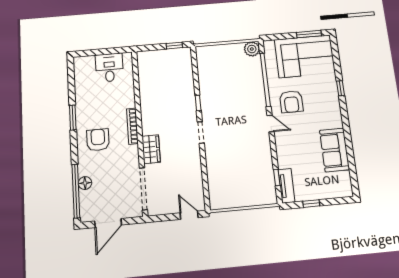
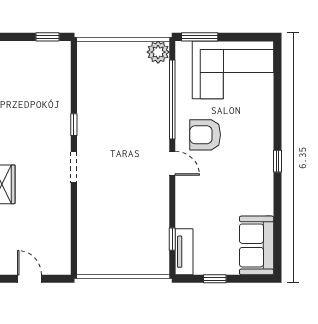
window: (309, 34) -> (200, 37), moved
window: (340, 88) -> (277, 161), moved
armchair: (291, 102) -> (205, 135), turned 90
sofa: (334, 150) -> (257, 245), moved
door: (189, 215) -> (30, 279), moved

